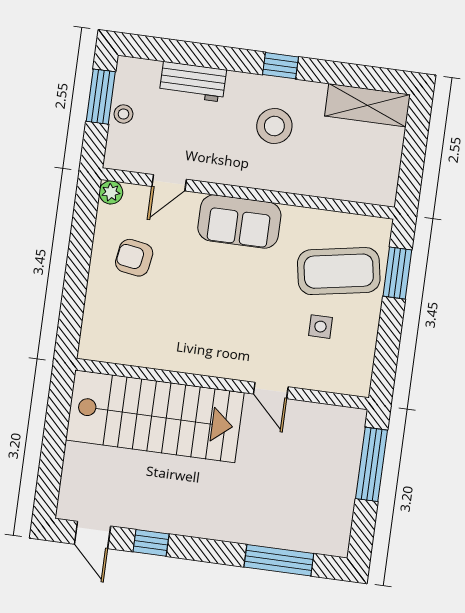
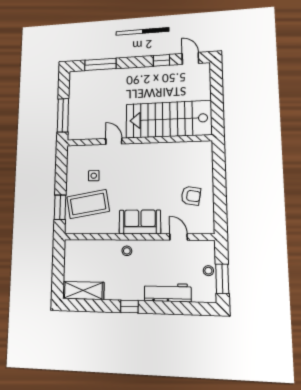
workbench: (193, 82) -> (168, 293), width x1.38
stool: (274, 126) -> (127, 251), moved, width x0.53, depth x0.53
door: (169, 183) -> (179, 237), hinge flipped
plant: (111, 192) -> (208, 228), removed

